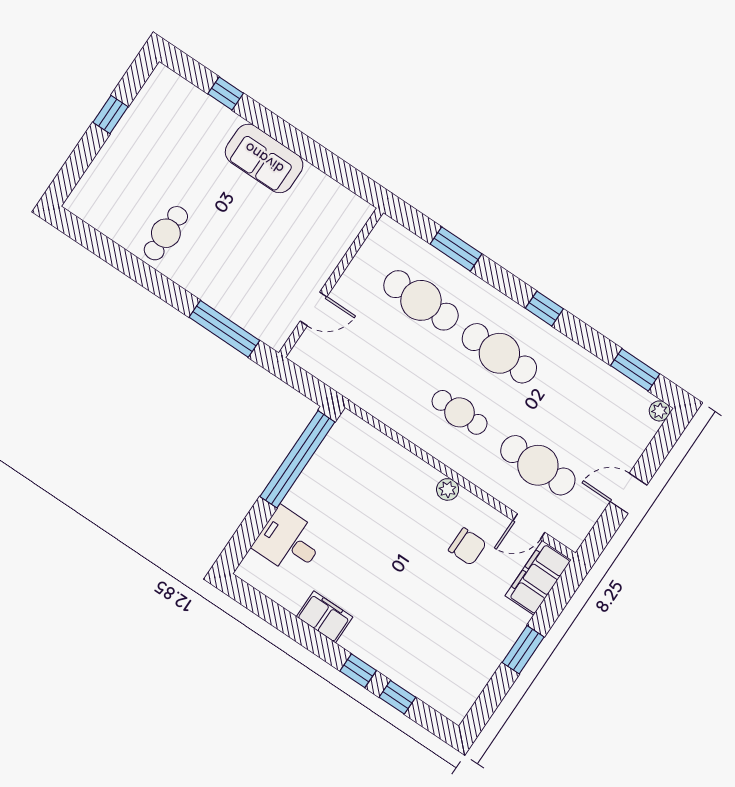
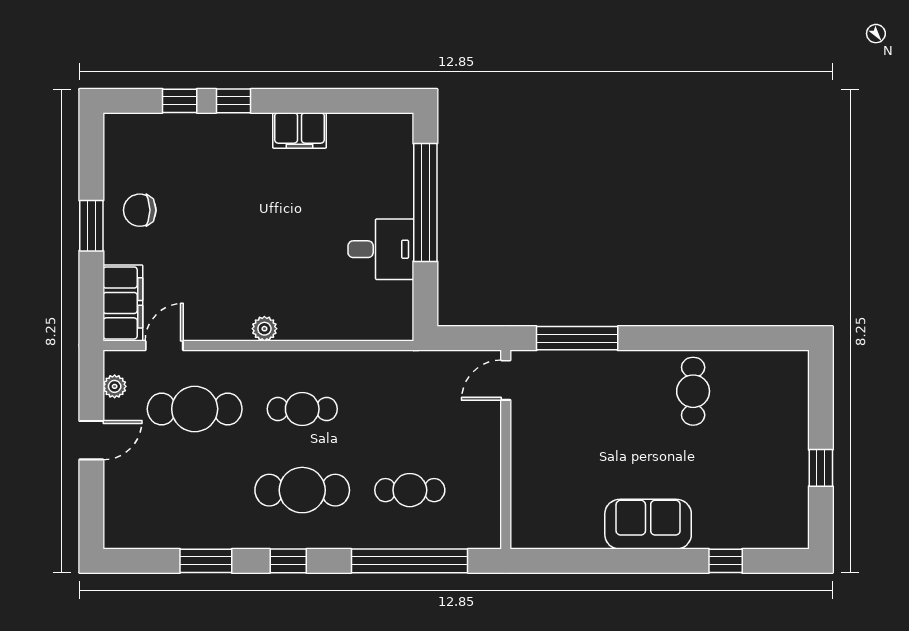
window: (456, 249) -> (410, 561), width x2.11
cafe table: (421, 300) -> (410, 490), width x0.73, depth x0.74
door: (313, 309) -> (506, 380), moved
window: (635, 370) -> (206, 561), moved
plant: (660, 411) -> (115, 386), moved
window: (297, 459) -> (425, 202), moved
desk: (289, 542) -> (381, 249), moved
chair: (467, 547) -> (140, 210), moved

